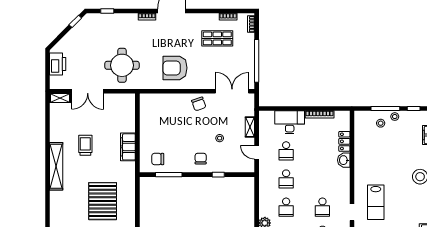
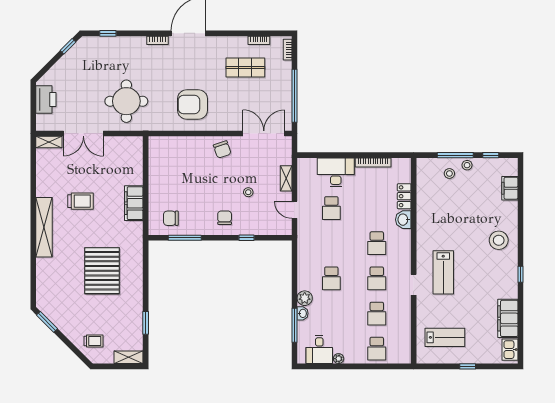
trolley: (85, 145) -> (80, 201), turned 90
school desk: (286, 179) -> (377, 243), moved

